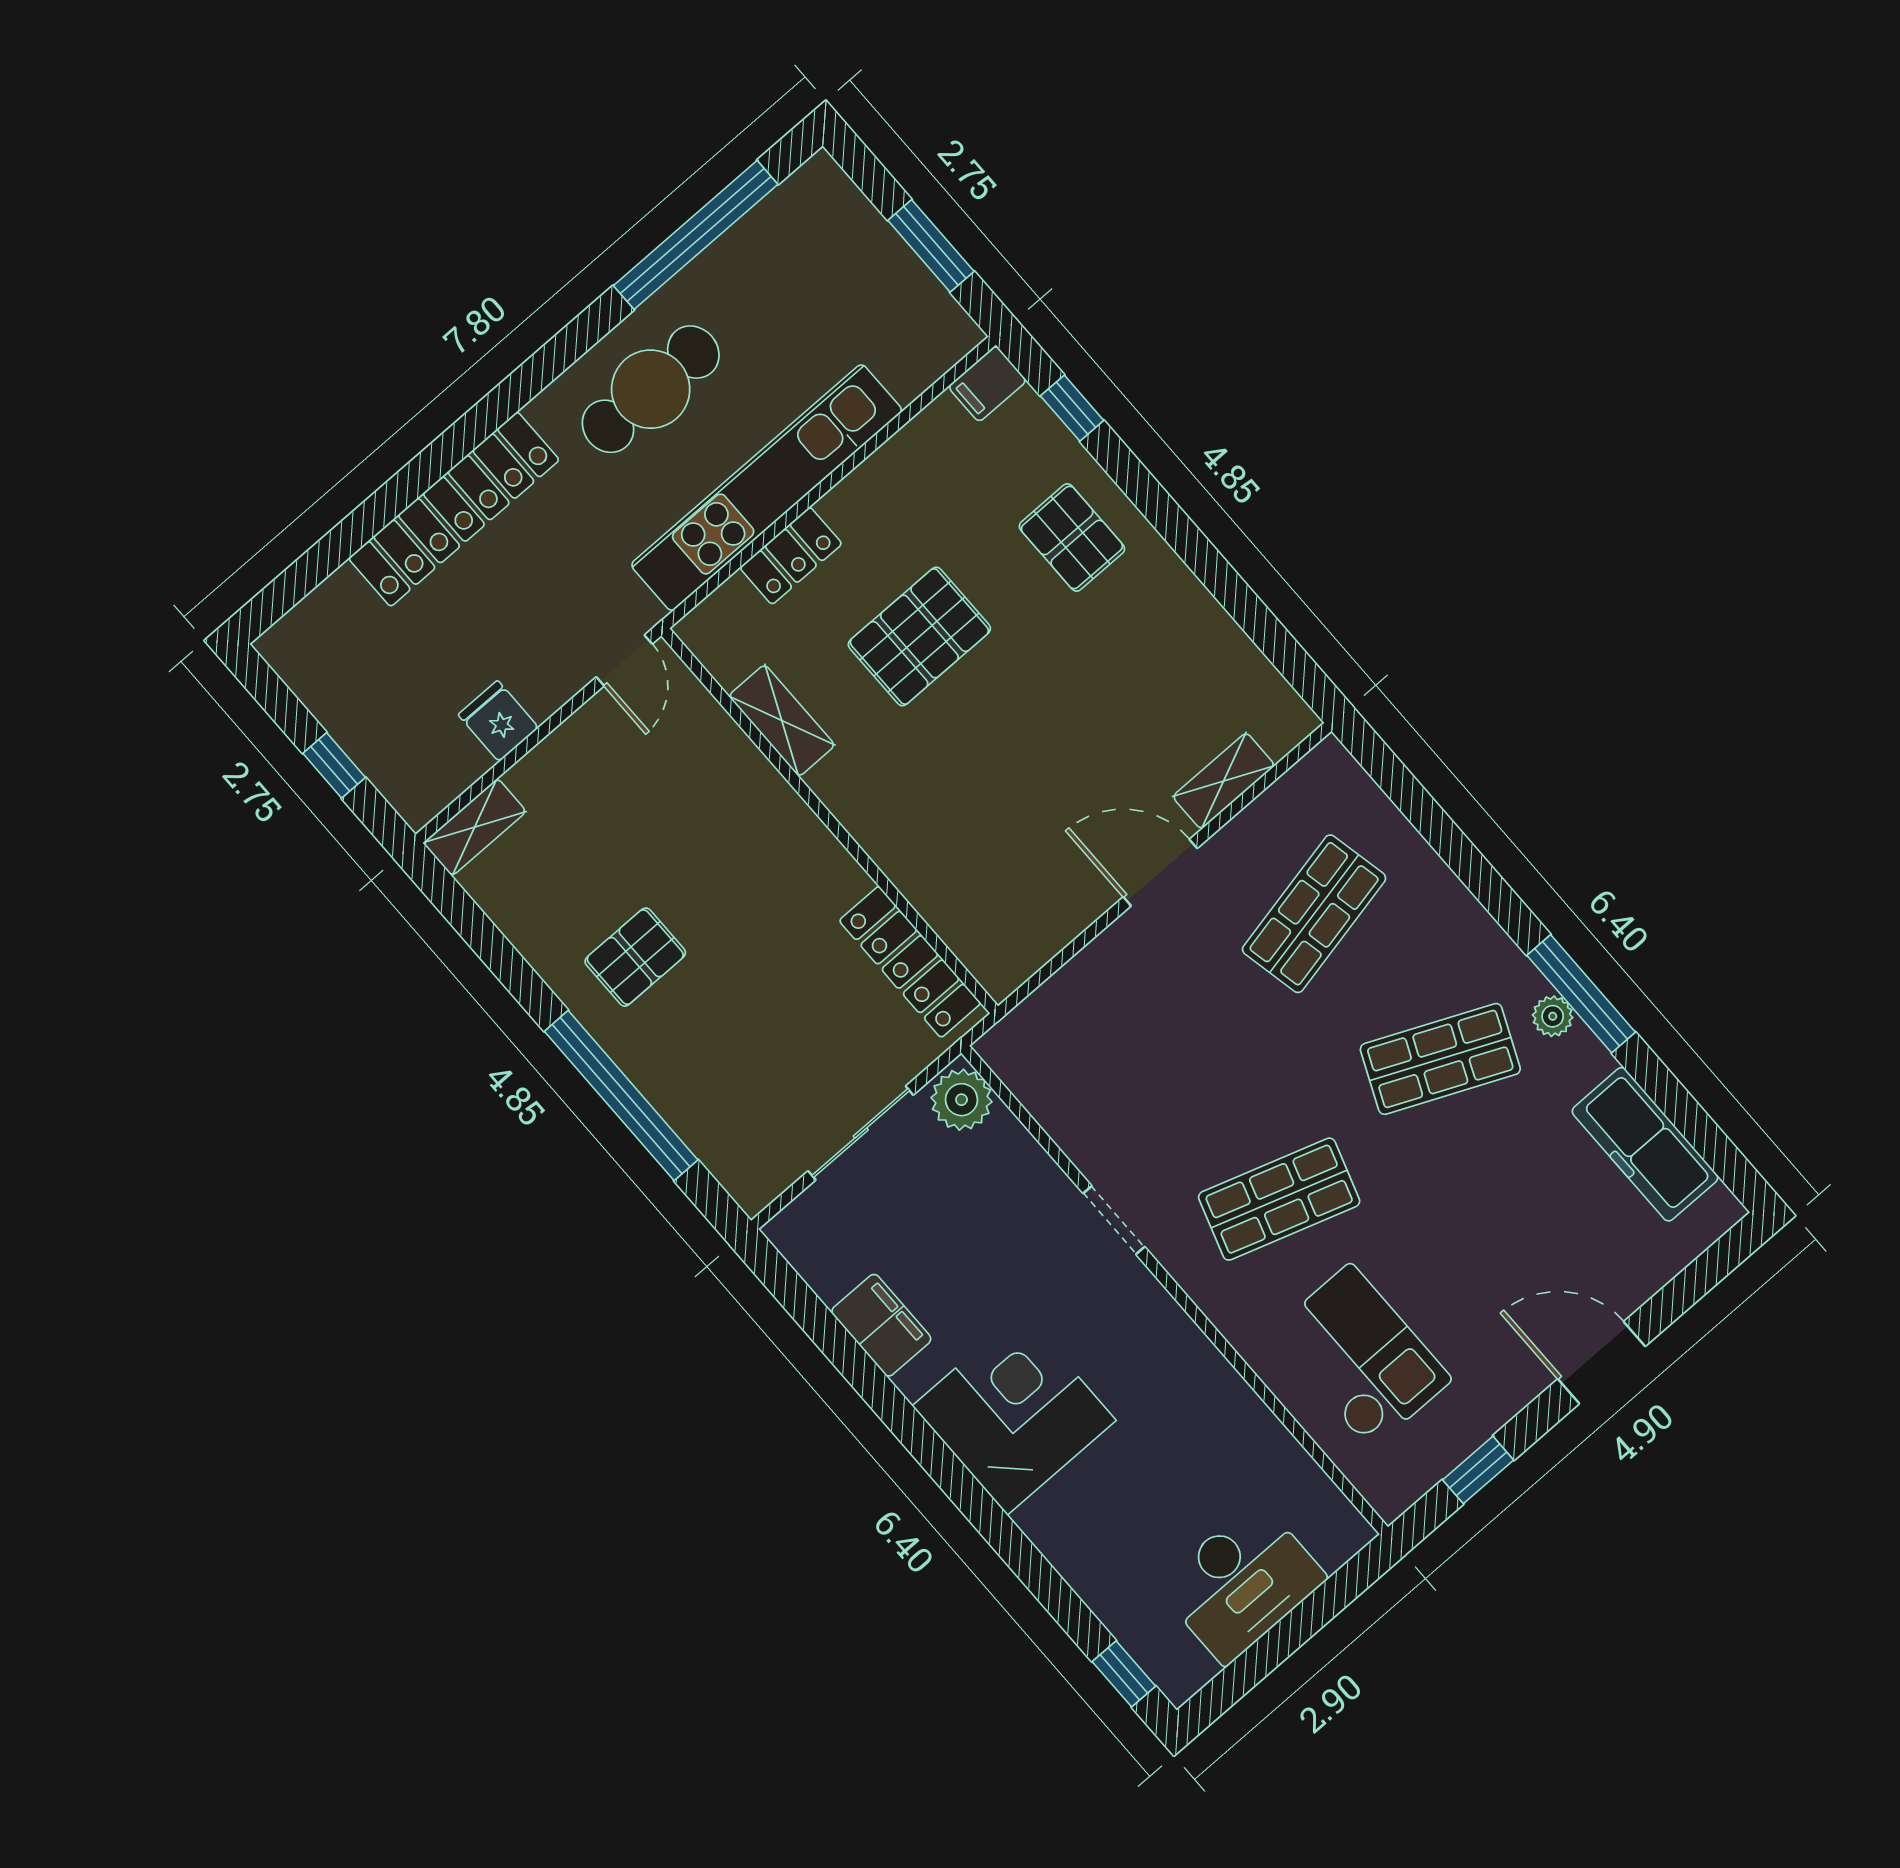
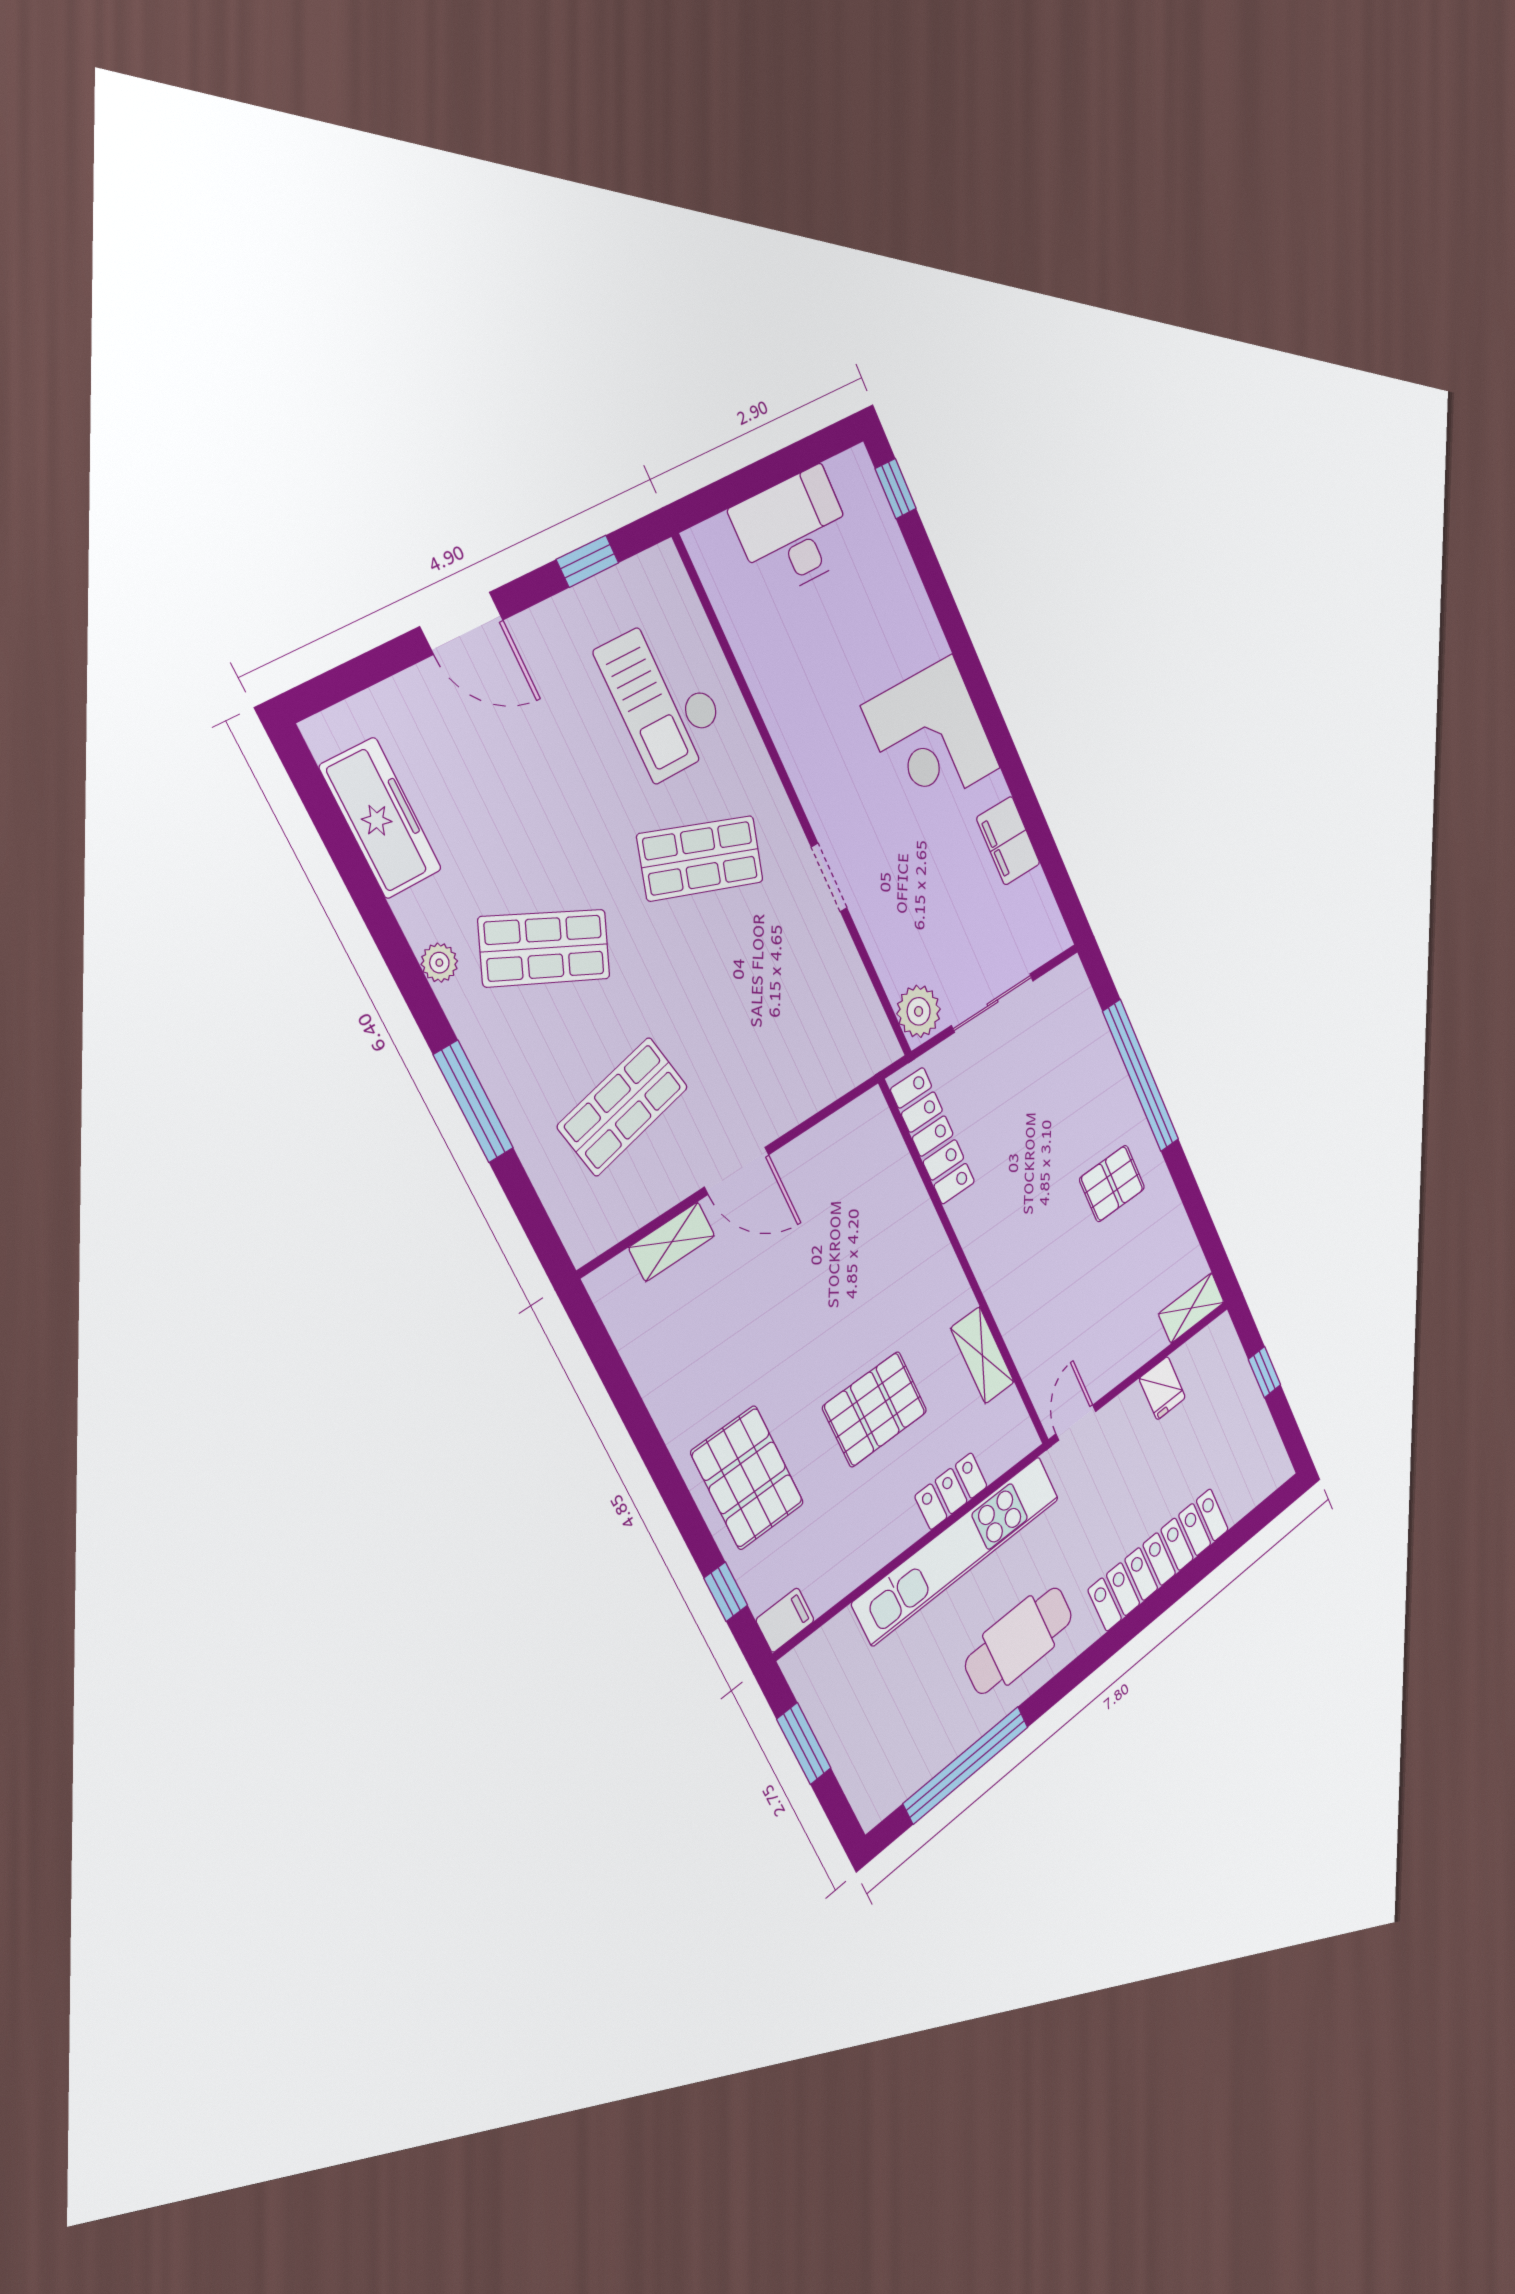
pallet: (1072, 537) -> (747, 1478), width x1.50, depth x1.42
window: (1581, 994) -> (474, 1102), moved

